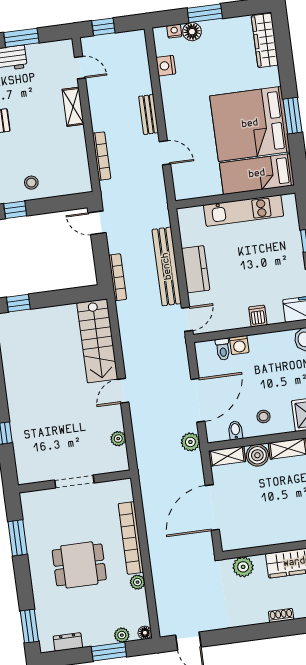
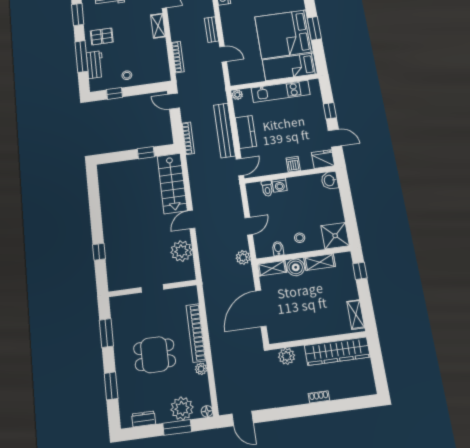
plant: (184, 215) -> (237, 95), added
window: (18, 303) -> (146, 153), moved
door: (198, 400) -> (249, 226), width x0.53
plant: (118, 439) -> (181, 251), width x1.87, depth x1.87
doorway: (74, 481) -> (152, 288), width x0.73
window: (29, 626) -> (111, 386), moved
plant: (122, 635) -> (182, 408), width x1.88, depth x1.88

